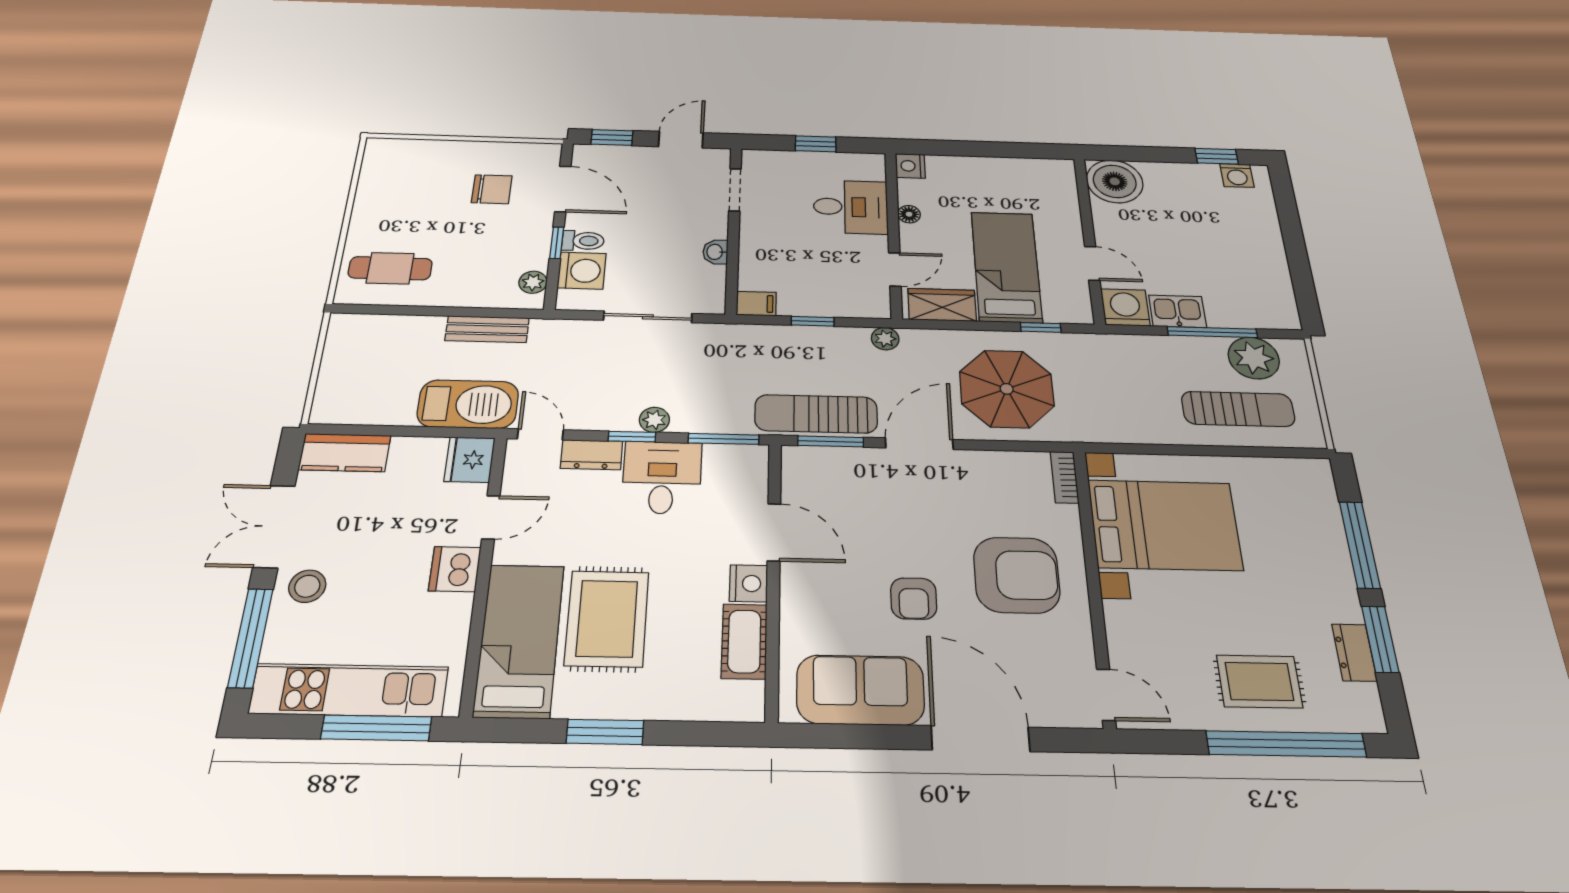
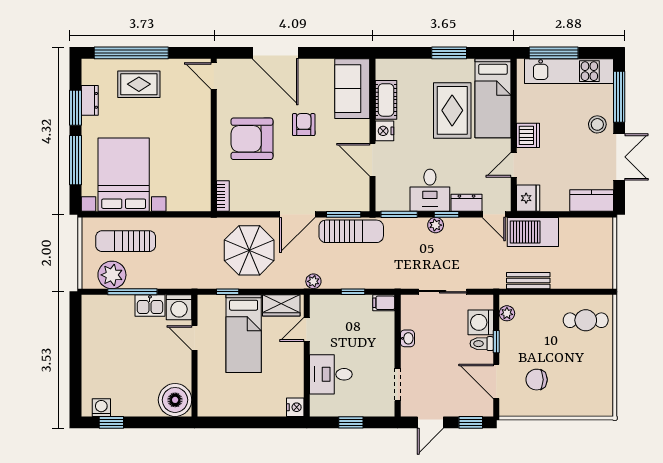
floor lamp: (909, 214) -> (297, 370), removed
bed with nightstands: (1165, 525) -> (124, 175), moved, turned 90
sofa: (860, 690) -> (352, 89), moved, turned 90

